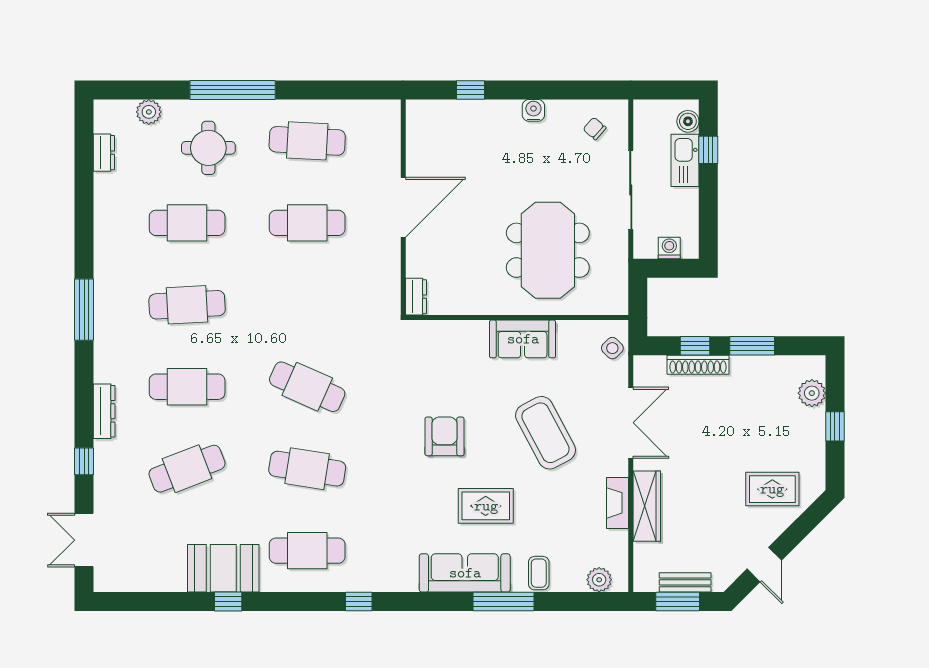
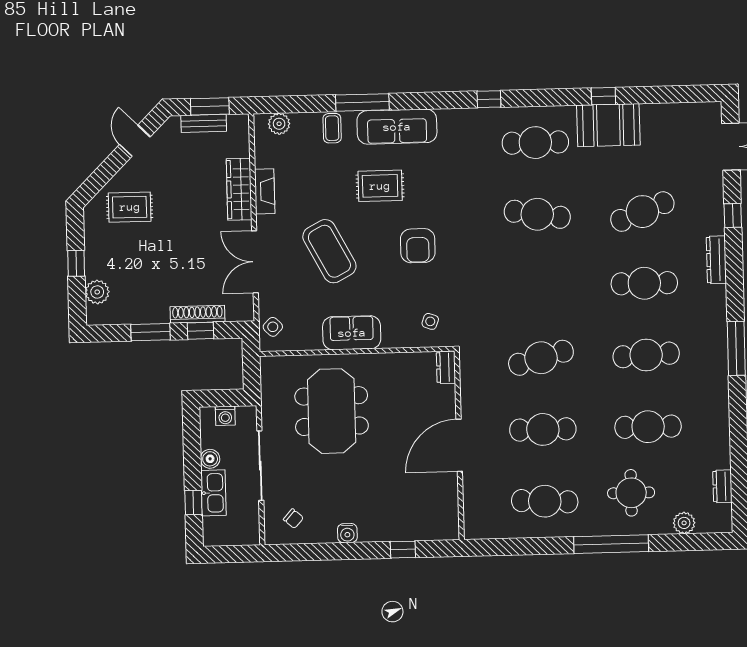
boiler: (688, 121) -> (210, 459), moved
side table: (433, 350) -> (430, 321), added
cafe table: (307, 387) -> (541, 358), moved, turned -39

